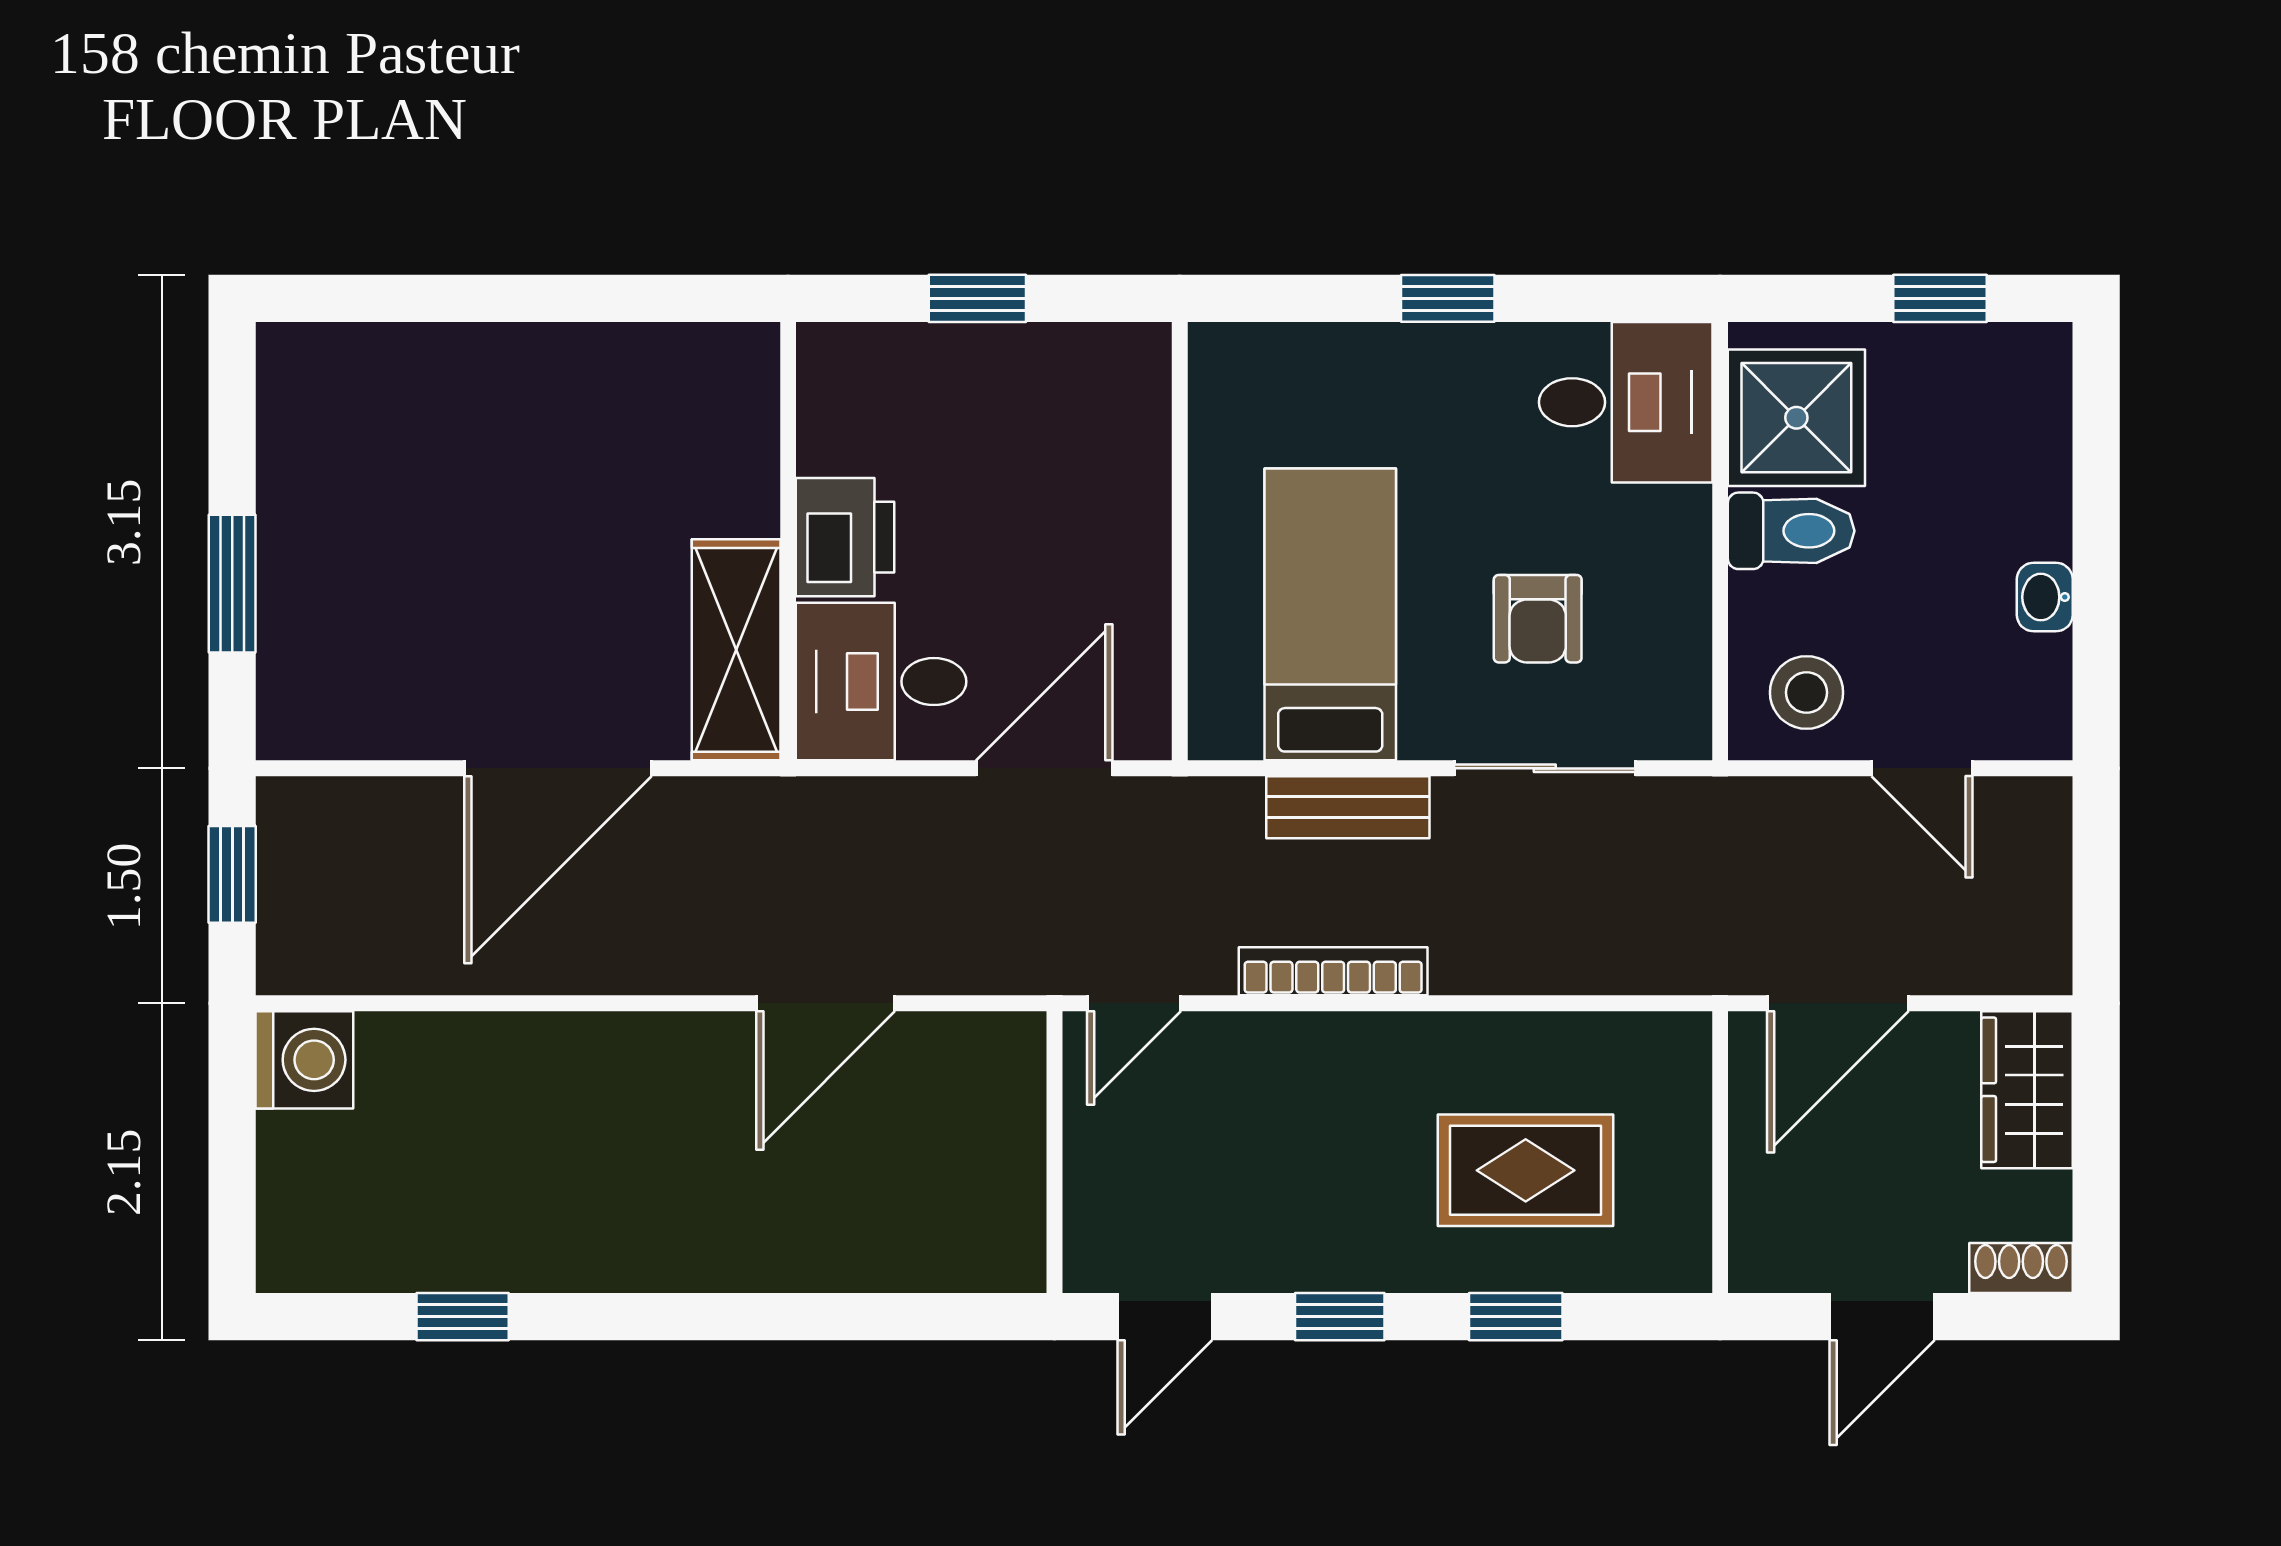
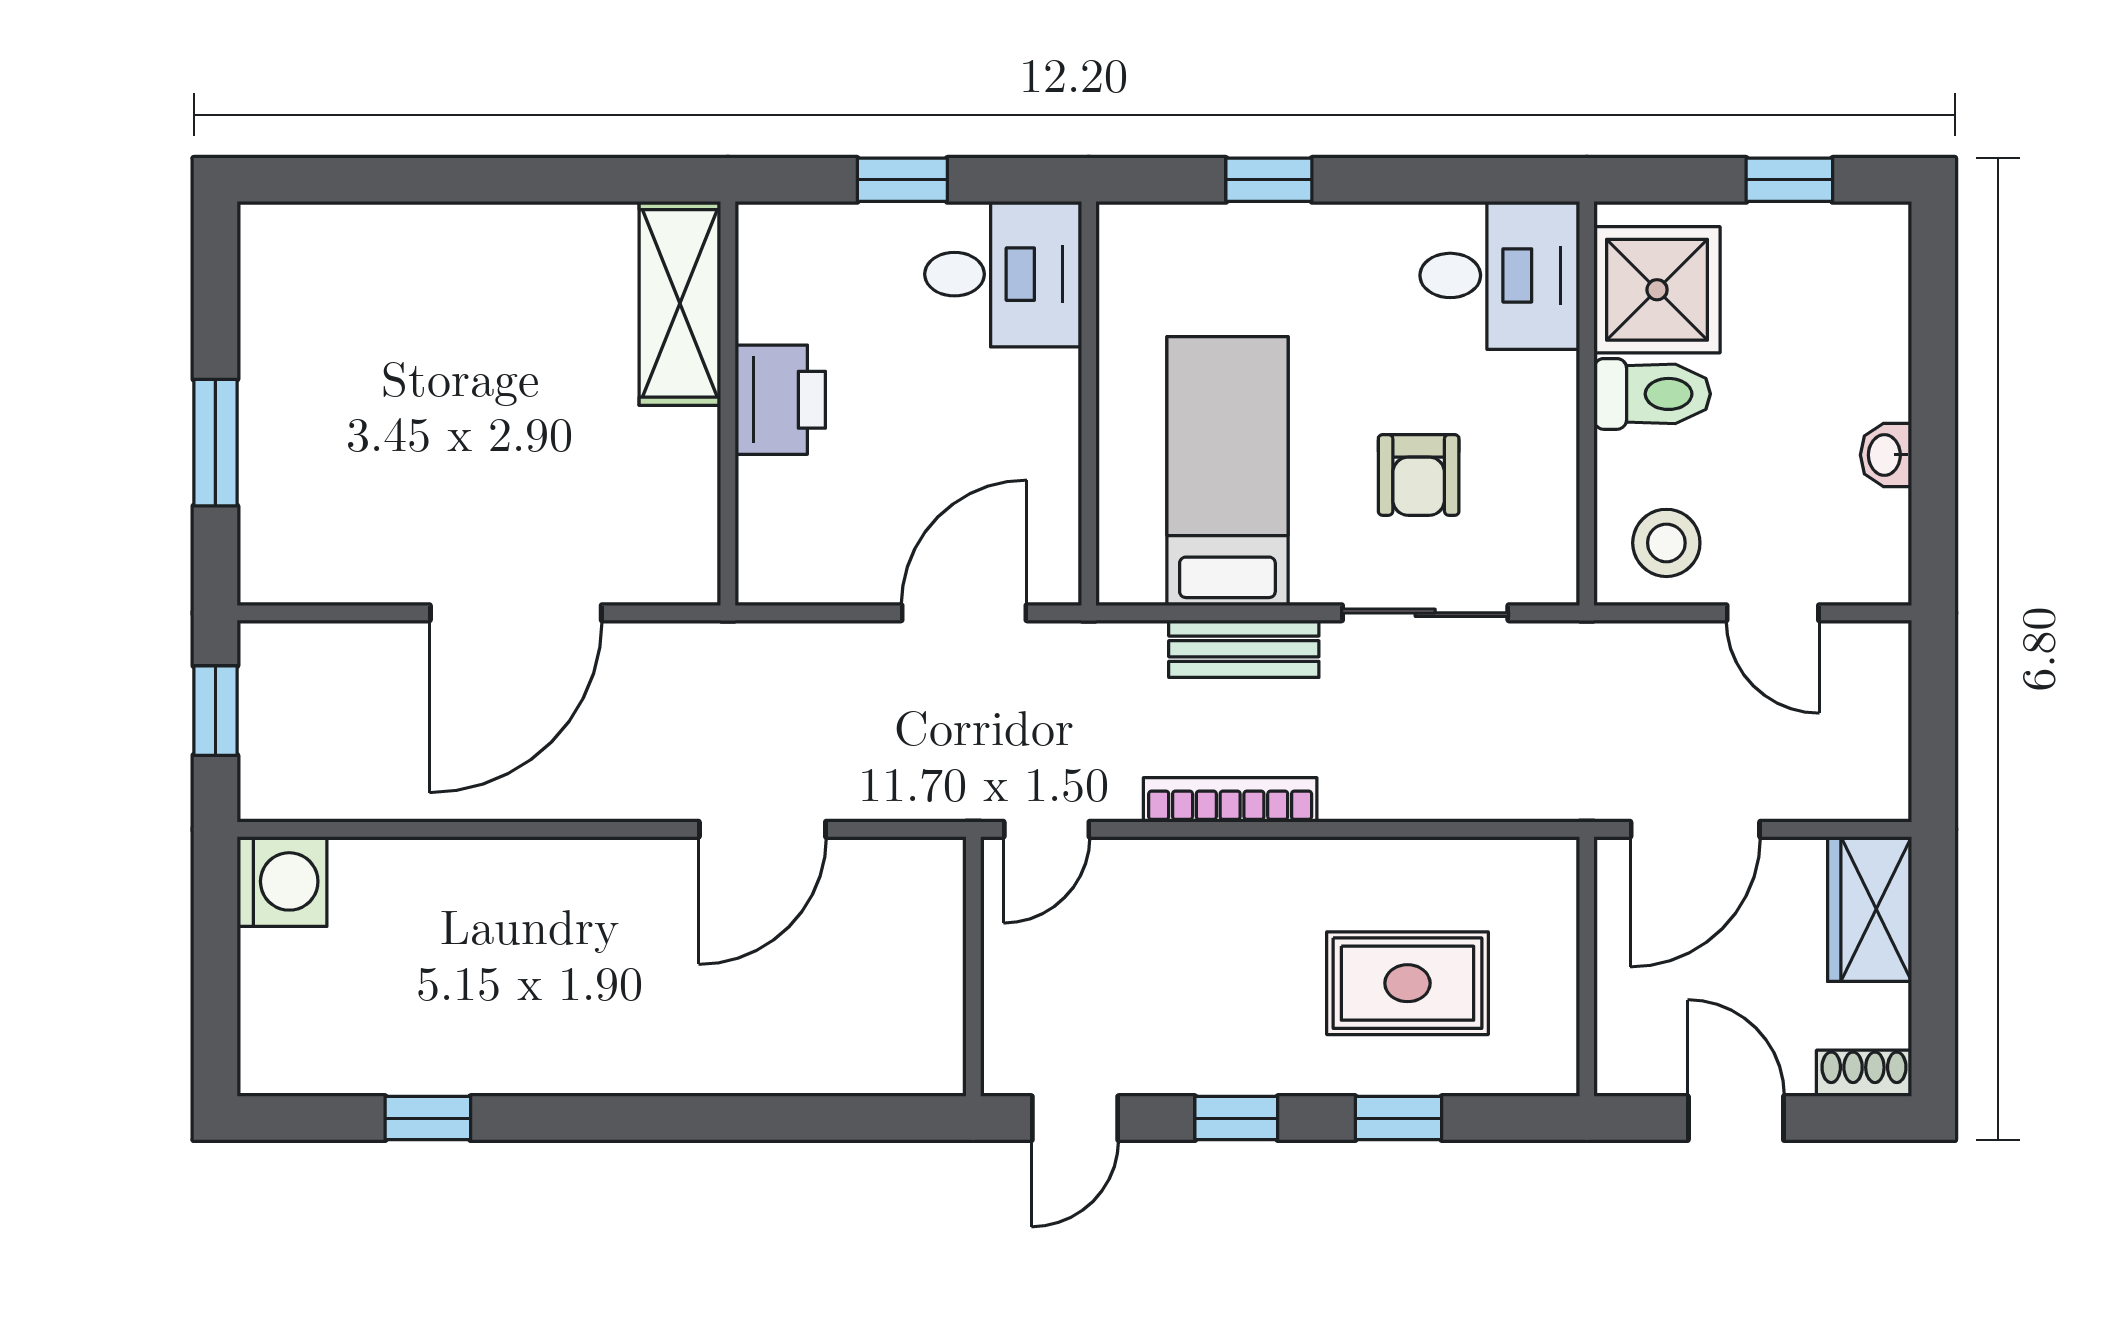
window: (1448, 298) -> (1269, 180), moved
shelving: (736, 650) -> (680, 303), moved
desk: (881, 682) -> (1003, 274), moved, turned 180
door: (1882, 1317) -> (1736, 1118), swing flipped

